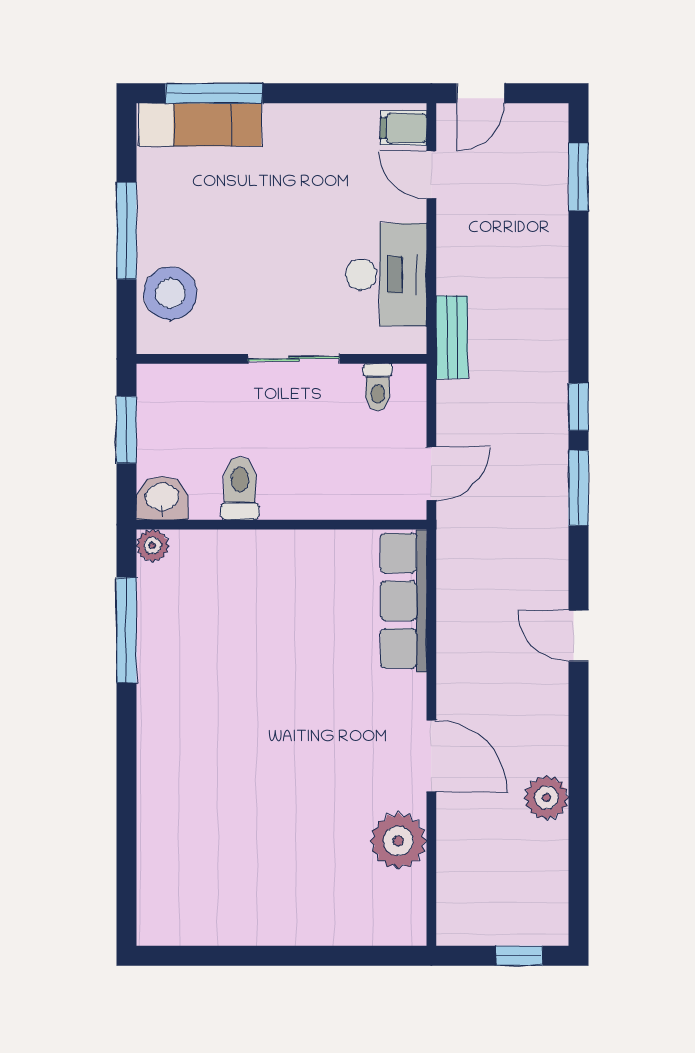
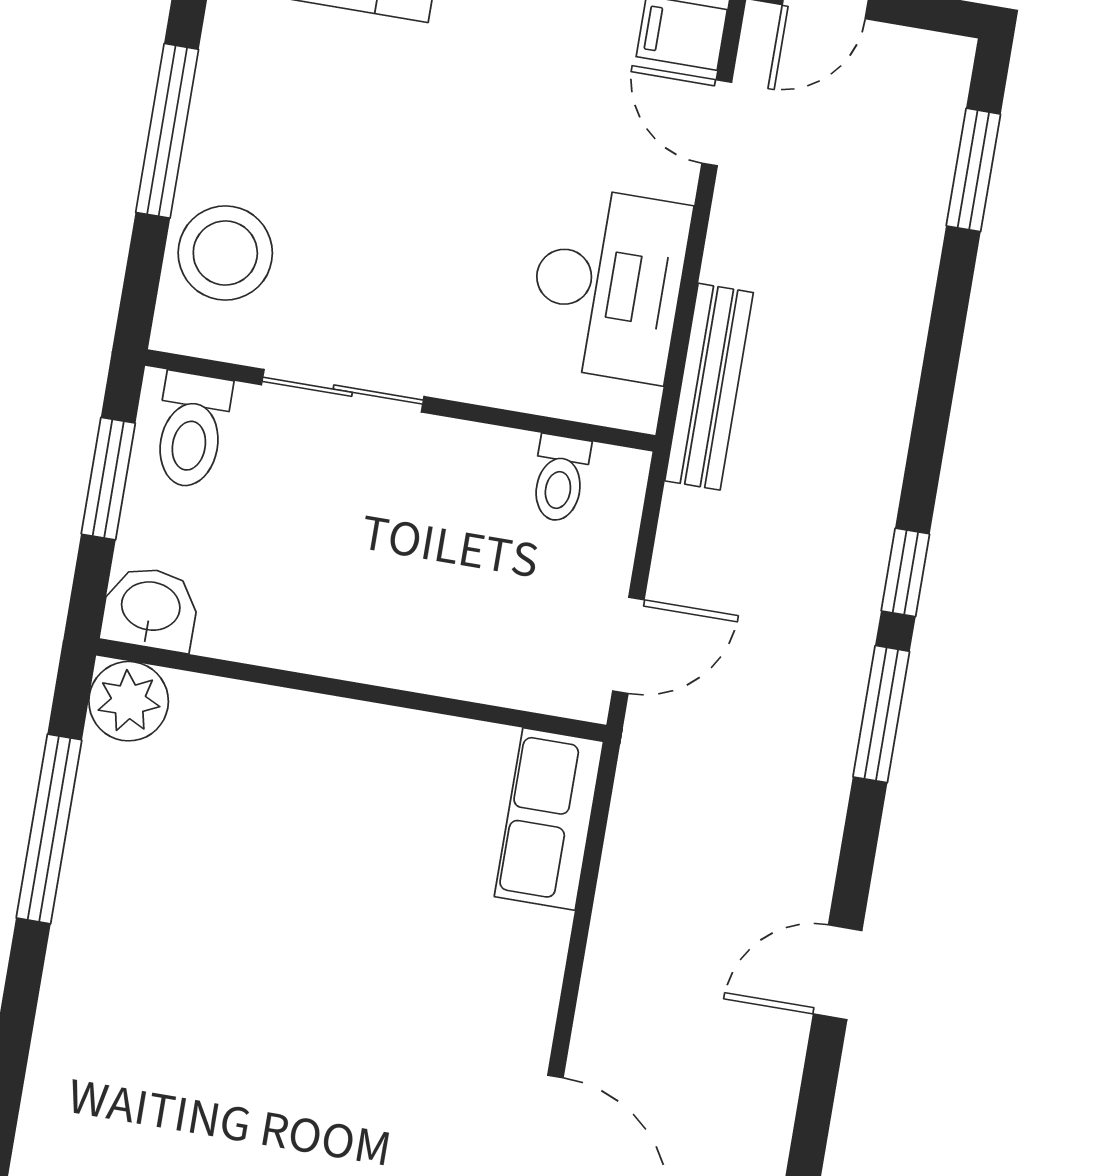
bench: (452, 337) -> (709, 387), width x1.36
sliding door: (294, 359) -> (343, 391), moved
toilet: (240, 488) -> (191, 430), moved, turned 180
plant: (153, 546) -> (129, 701), width x1.38, depth x1.38
row of seats: (404, 601) -> (549, 819), width x0.68
door: (579, 636) -> (838, 972), hinge flipped

